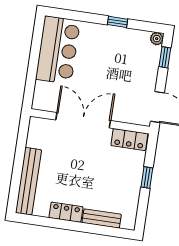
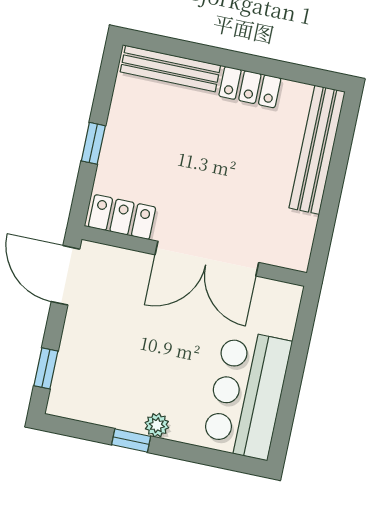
plant: (157, 39) -> (157, 425), moved
bench: (102, 218) -> (170, 69), width x1.36

